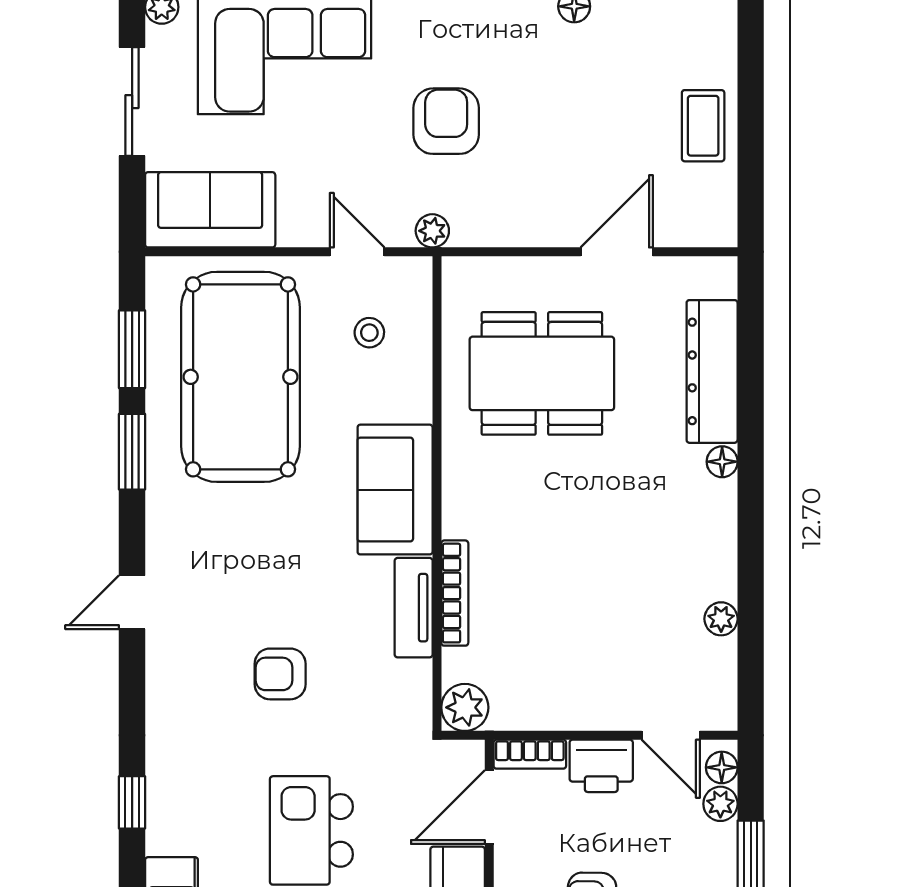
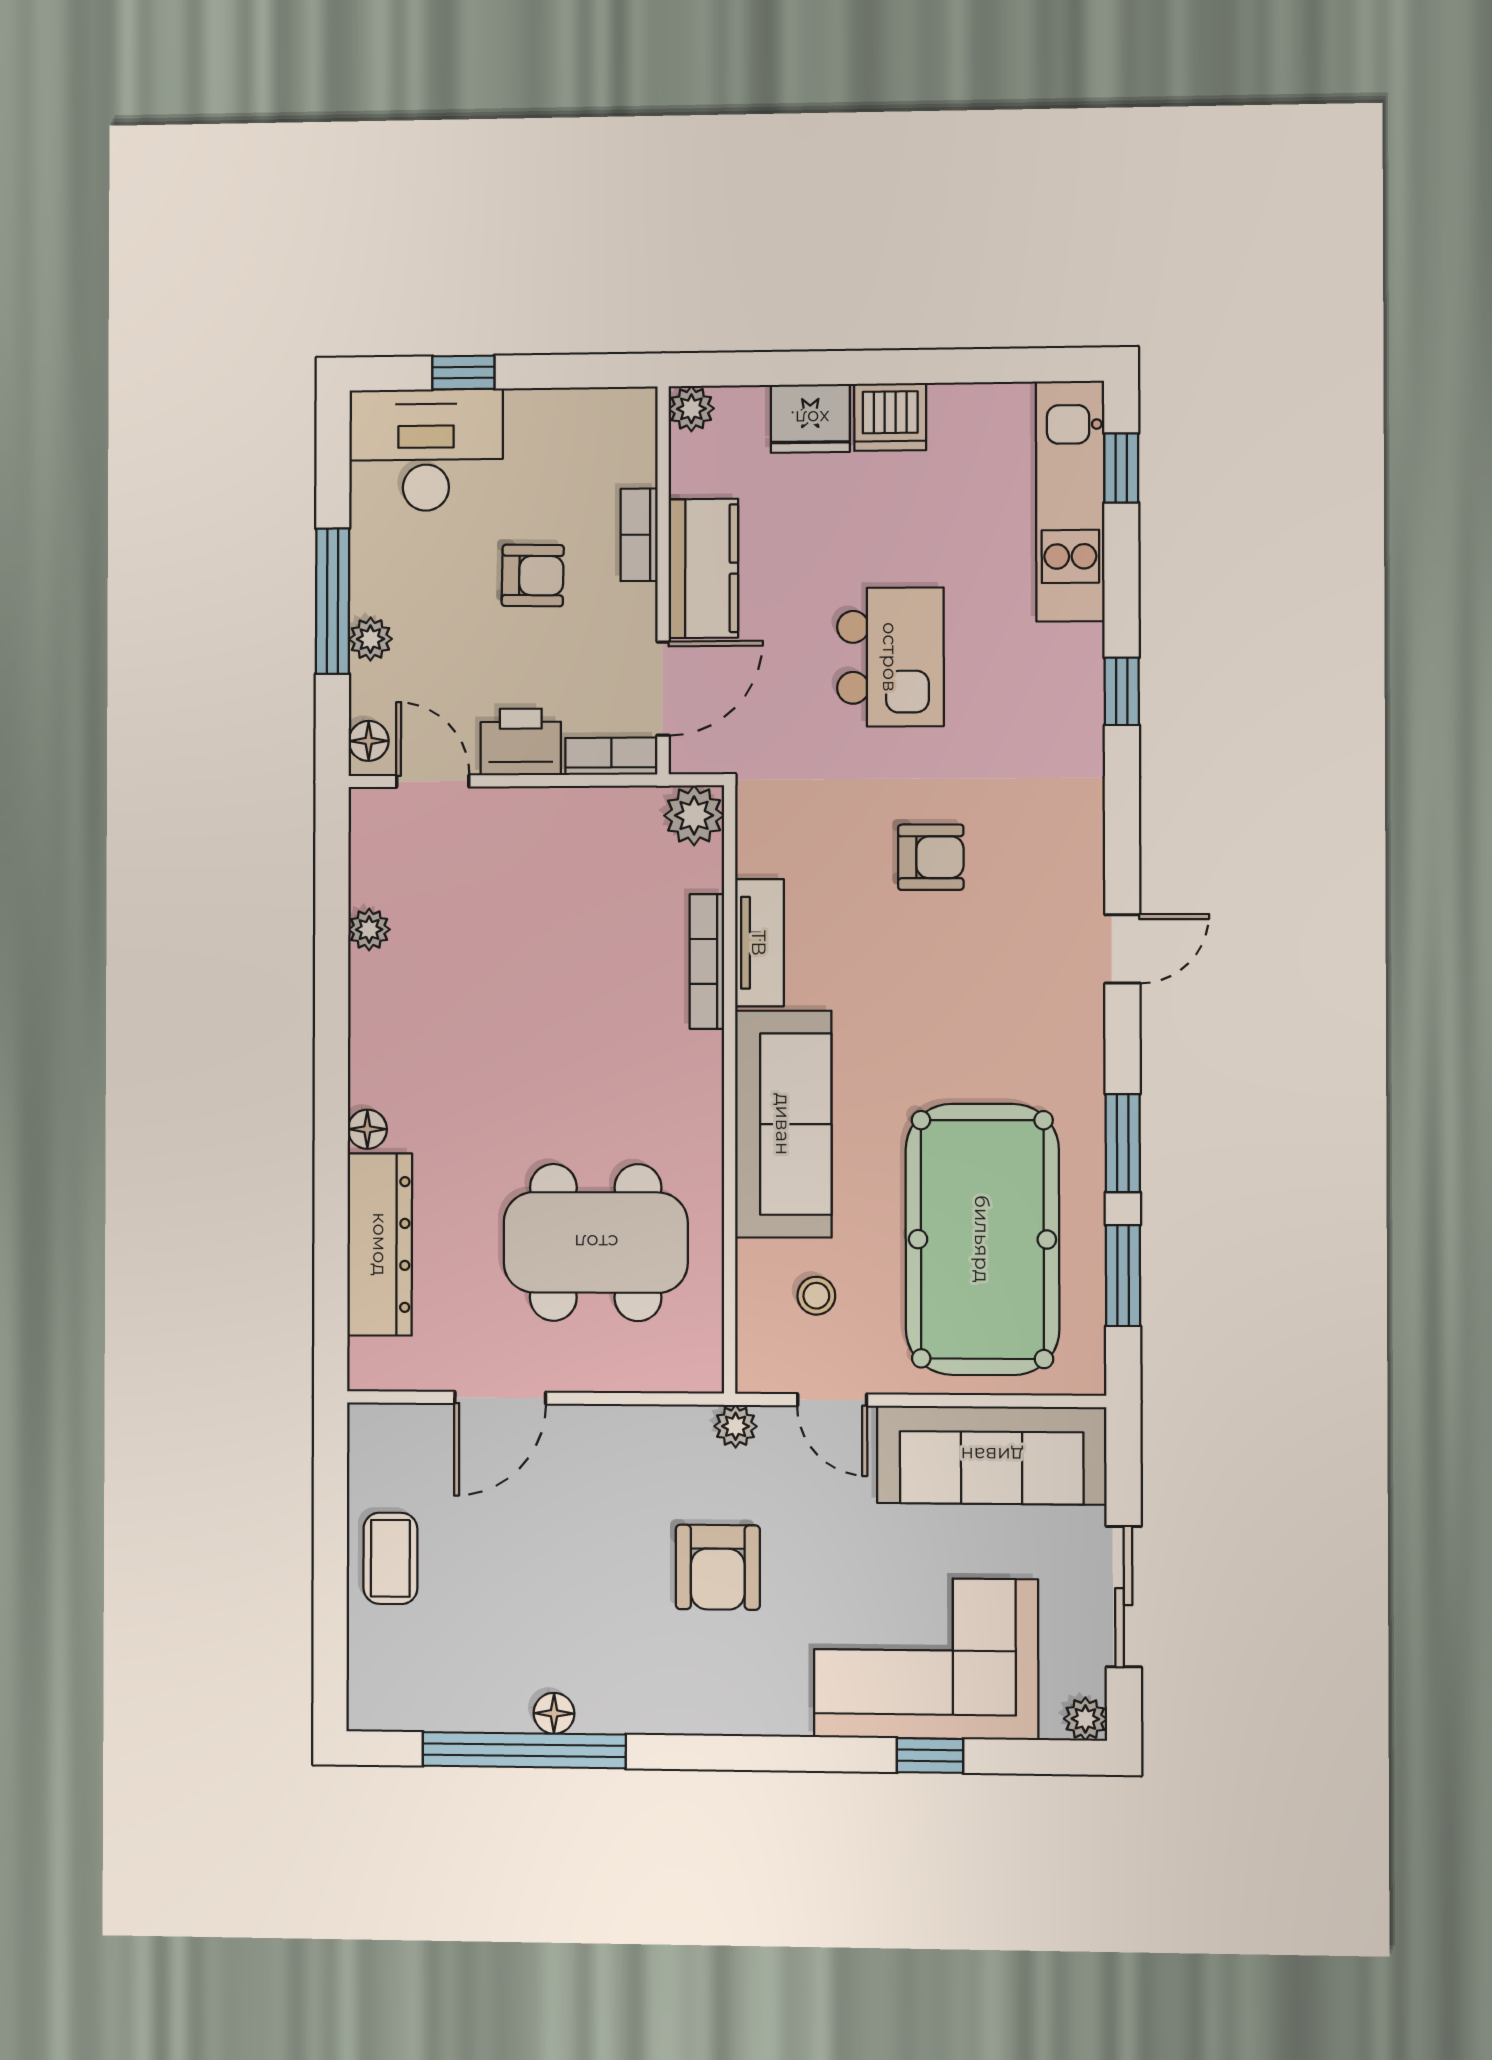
sofa: (210, 210) -> (992, 1455), width x1.36
sofa: (395, 490) -> (783, 1124), width x1.36
plant: (720, 804) -> (370, 639), moved

